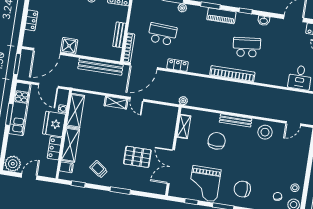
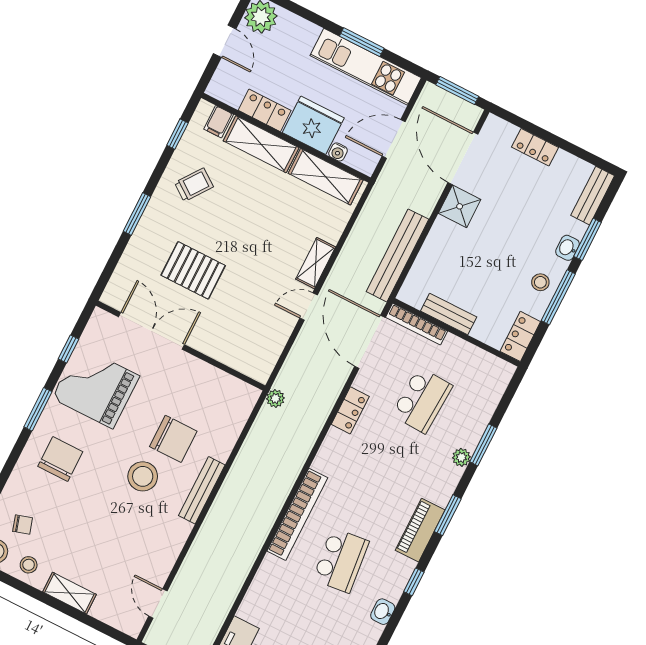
shelving: (184, 127) -> (70, 593), moved
stool: (265, 132) -> (143, 476), moved
pallet: (137, 157) -> (193, 270), turned 90

